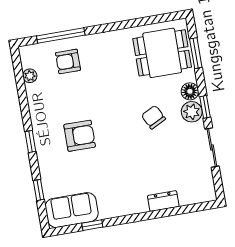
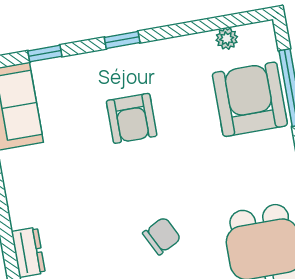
armchair: (68, 61) -> (250, 99), width x1.88, depth x1.88

